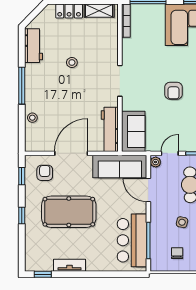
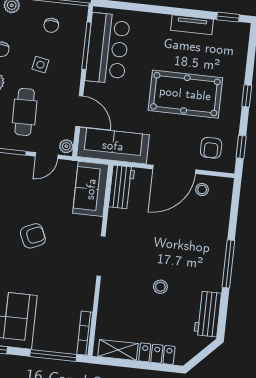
armchair: (173, 91) -> (33, 236), turned 66
stool: (32, 118) -> (202, 190), moved
workbench: (110, 129) -> (122, 187), width x0.73

